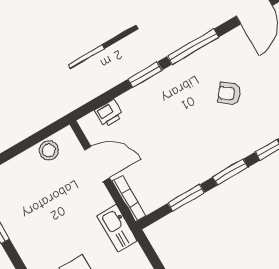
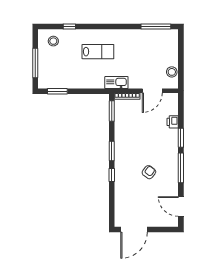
printer: (109, 113) -> (173, 122), moved
window: (186, 198) -> (112, 111), moved

